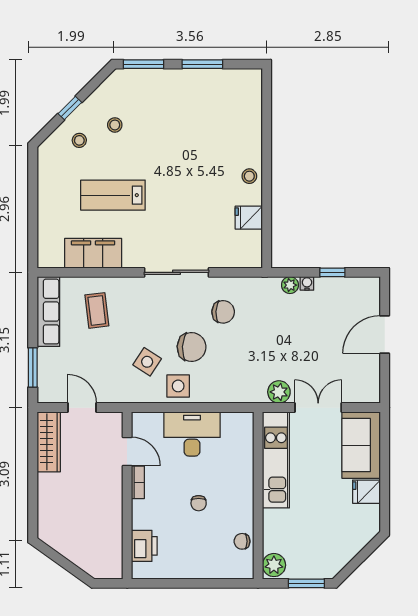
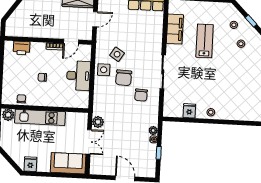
coffee table: (97, 310) -> (145, 29), removed
kitchen unit: (276, 460) -> (40, 117), moved
fridge: (366, 492) -> (30, 164), moved

